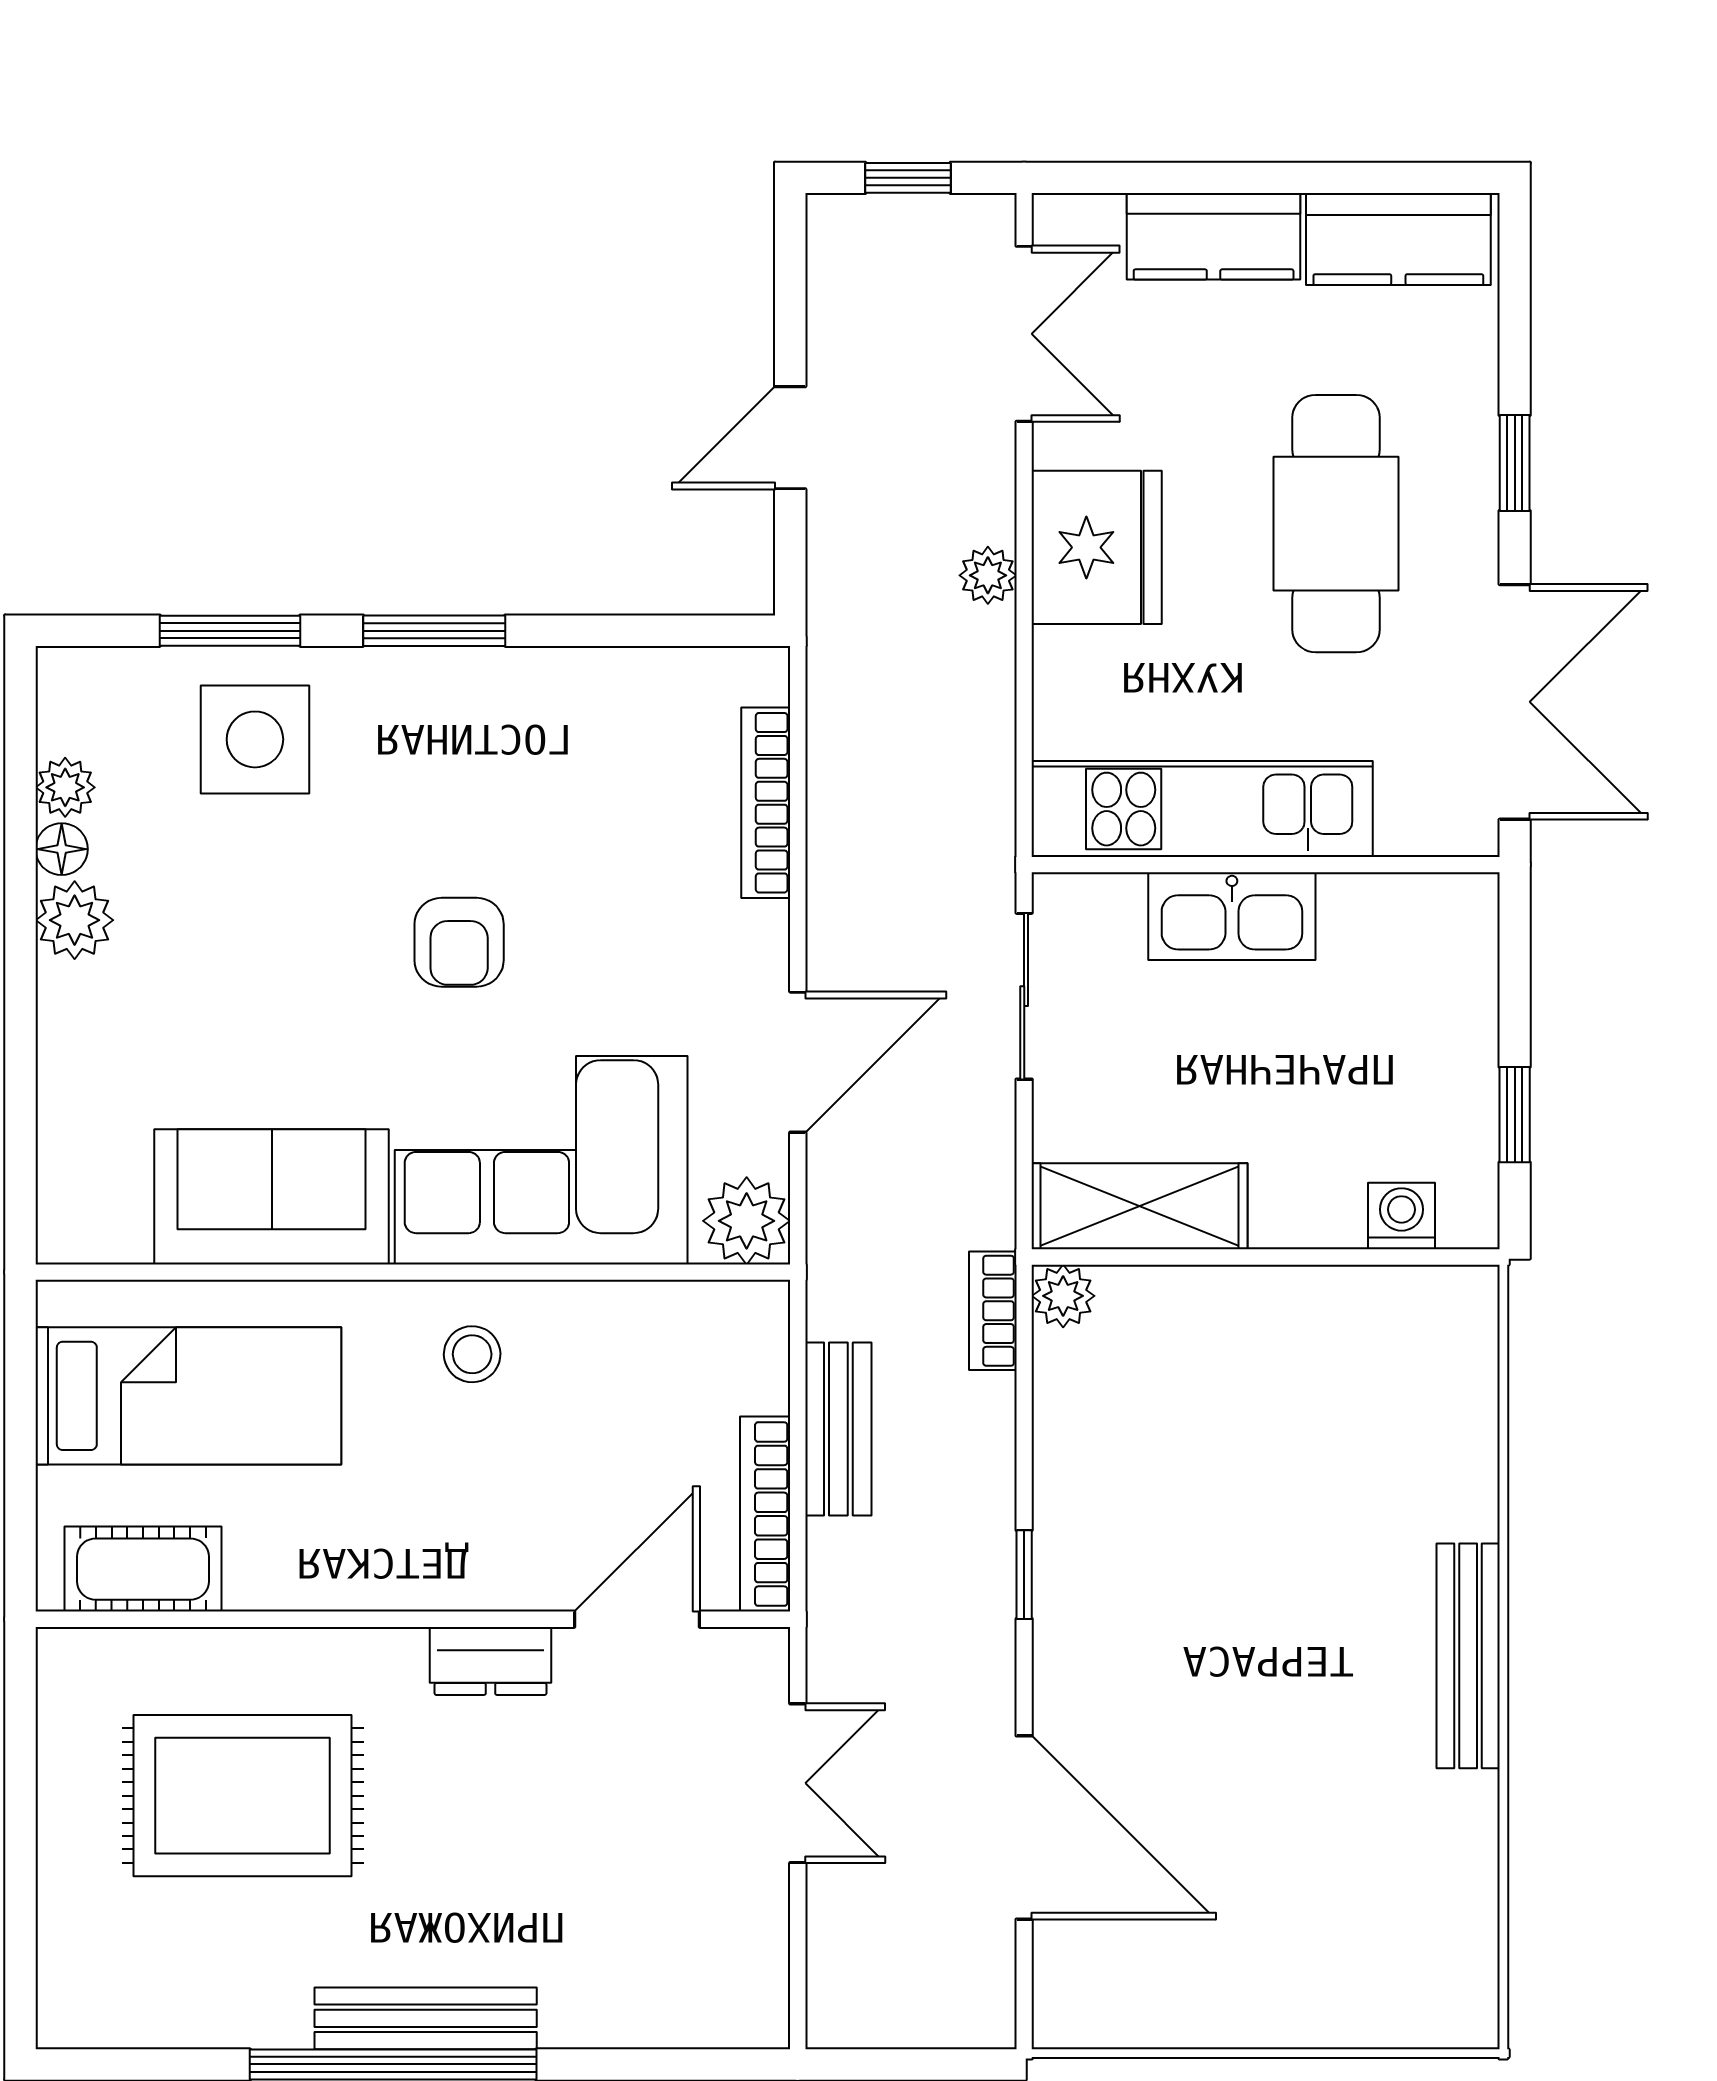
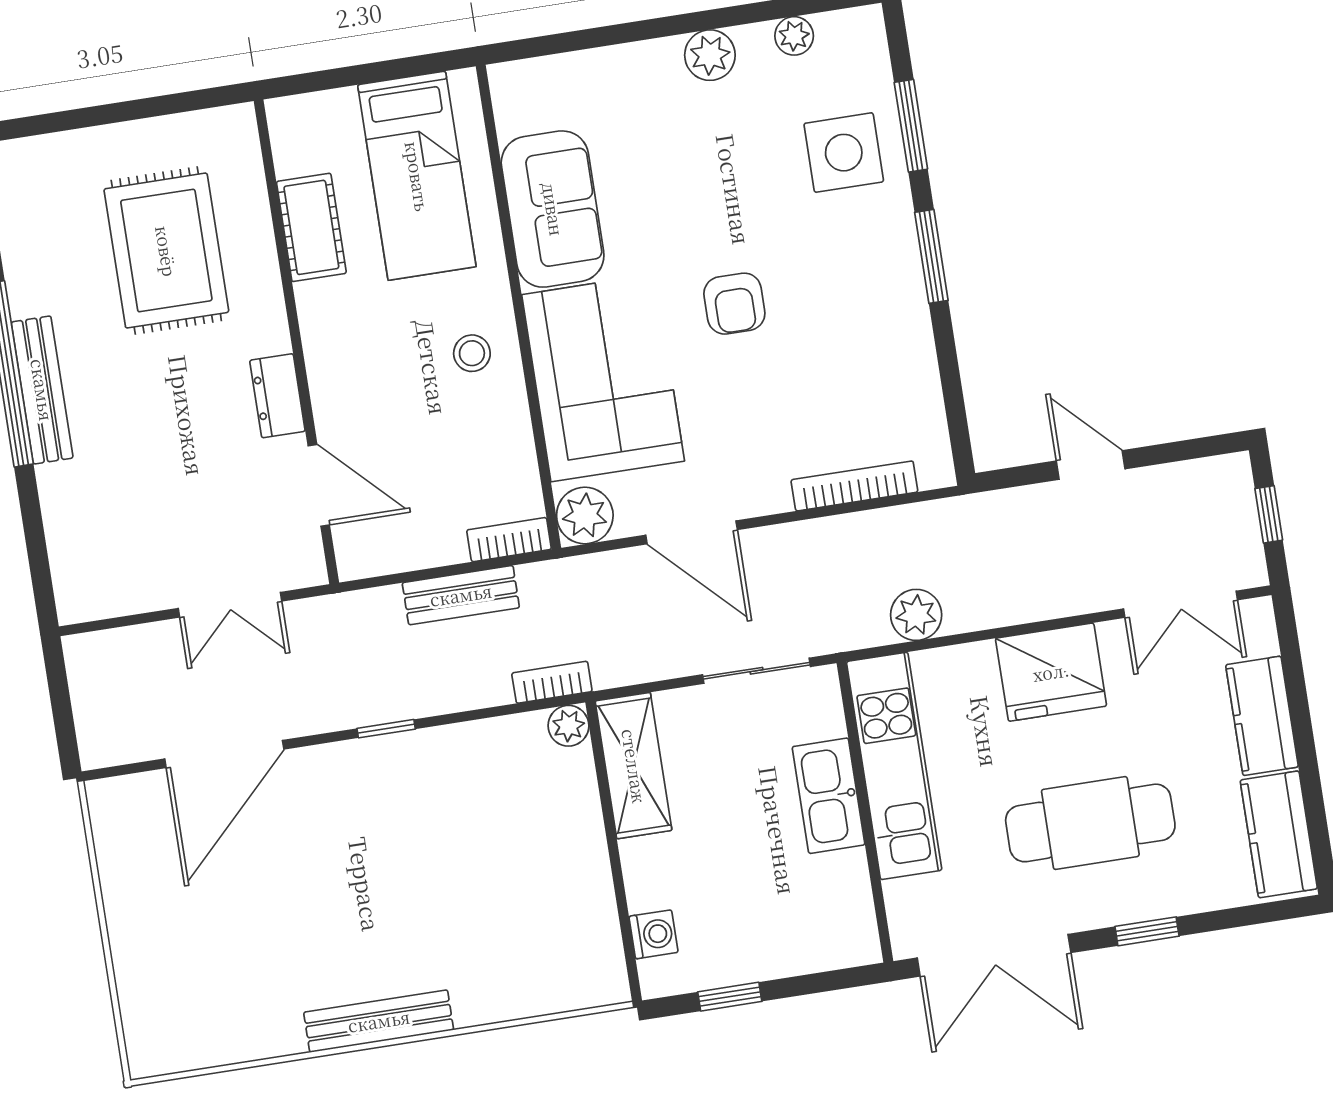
plant: (988, 575) -> (916, 615), moved, width x1.38, depth x1.38
floor lamp: (62, 849) -> (754, 40), removed
armchair: (459, 942) -> (734, 304), turned -90
bookcase: (765, 1514) -> (509, 540), moved, width x0.64
cot: (143, 1569) -> (311, 227), moved

